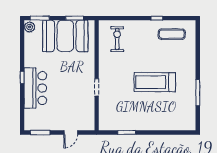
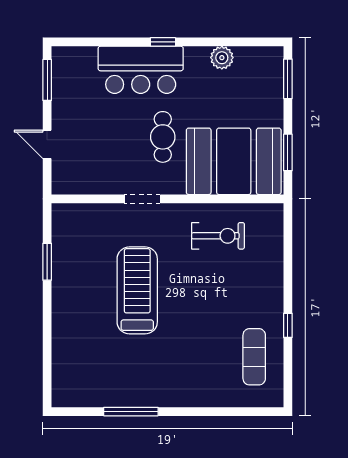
plant: (30, 27) -> (222, 58), moved
booth: (65, 36) -> (234, 161), moved, turned 90
exercise bike: (117, 39) -> (218, 236), moved
cafe table: (67, 78) -> (163, 137), added
treadmill: (155, 82) -> (137, 290), moved

